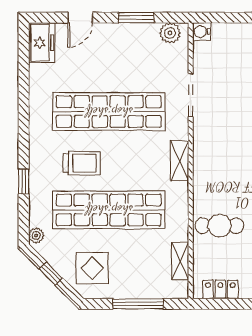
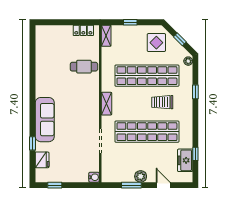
door: (80, 18) -> (163, 185), hinge flipped
plant: (170, 33) -> (141, 176), moved
freezer: (42, 43) -> (185, 160), moved
window: (24, 72) -> (195, 154), added
shelving: (180, 261) -> (106, 36), moved
window: (138, 304) -> (130, 22), width x0.46

